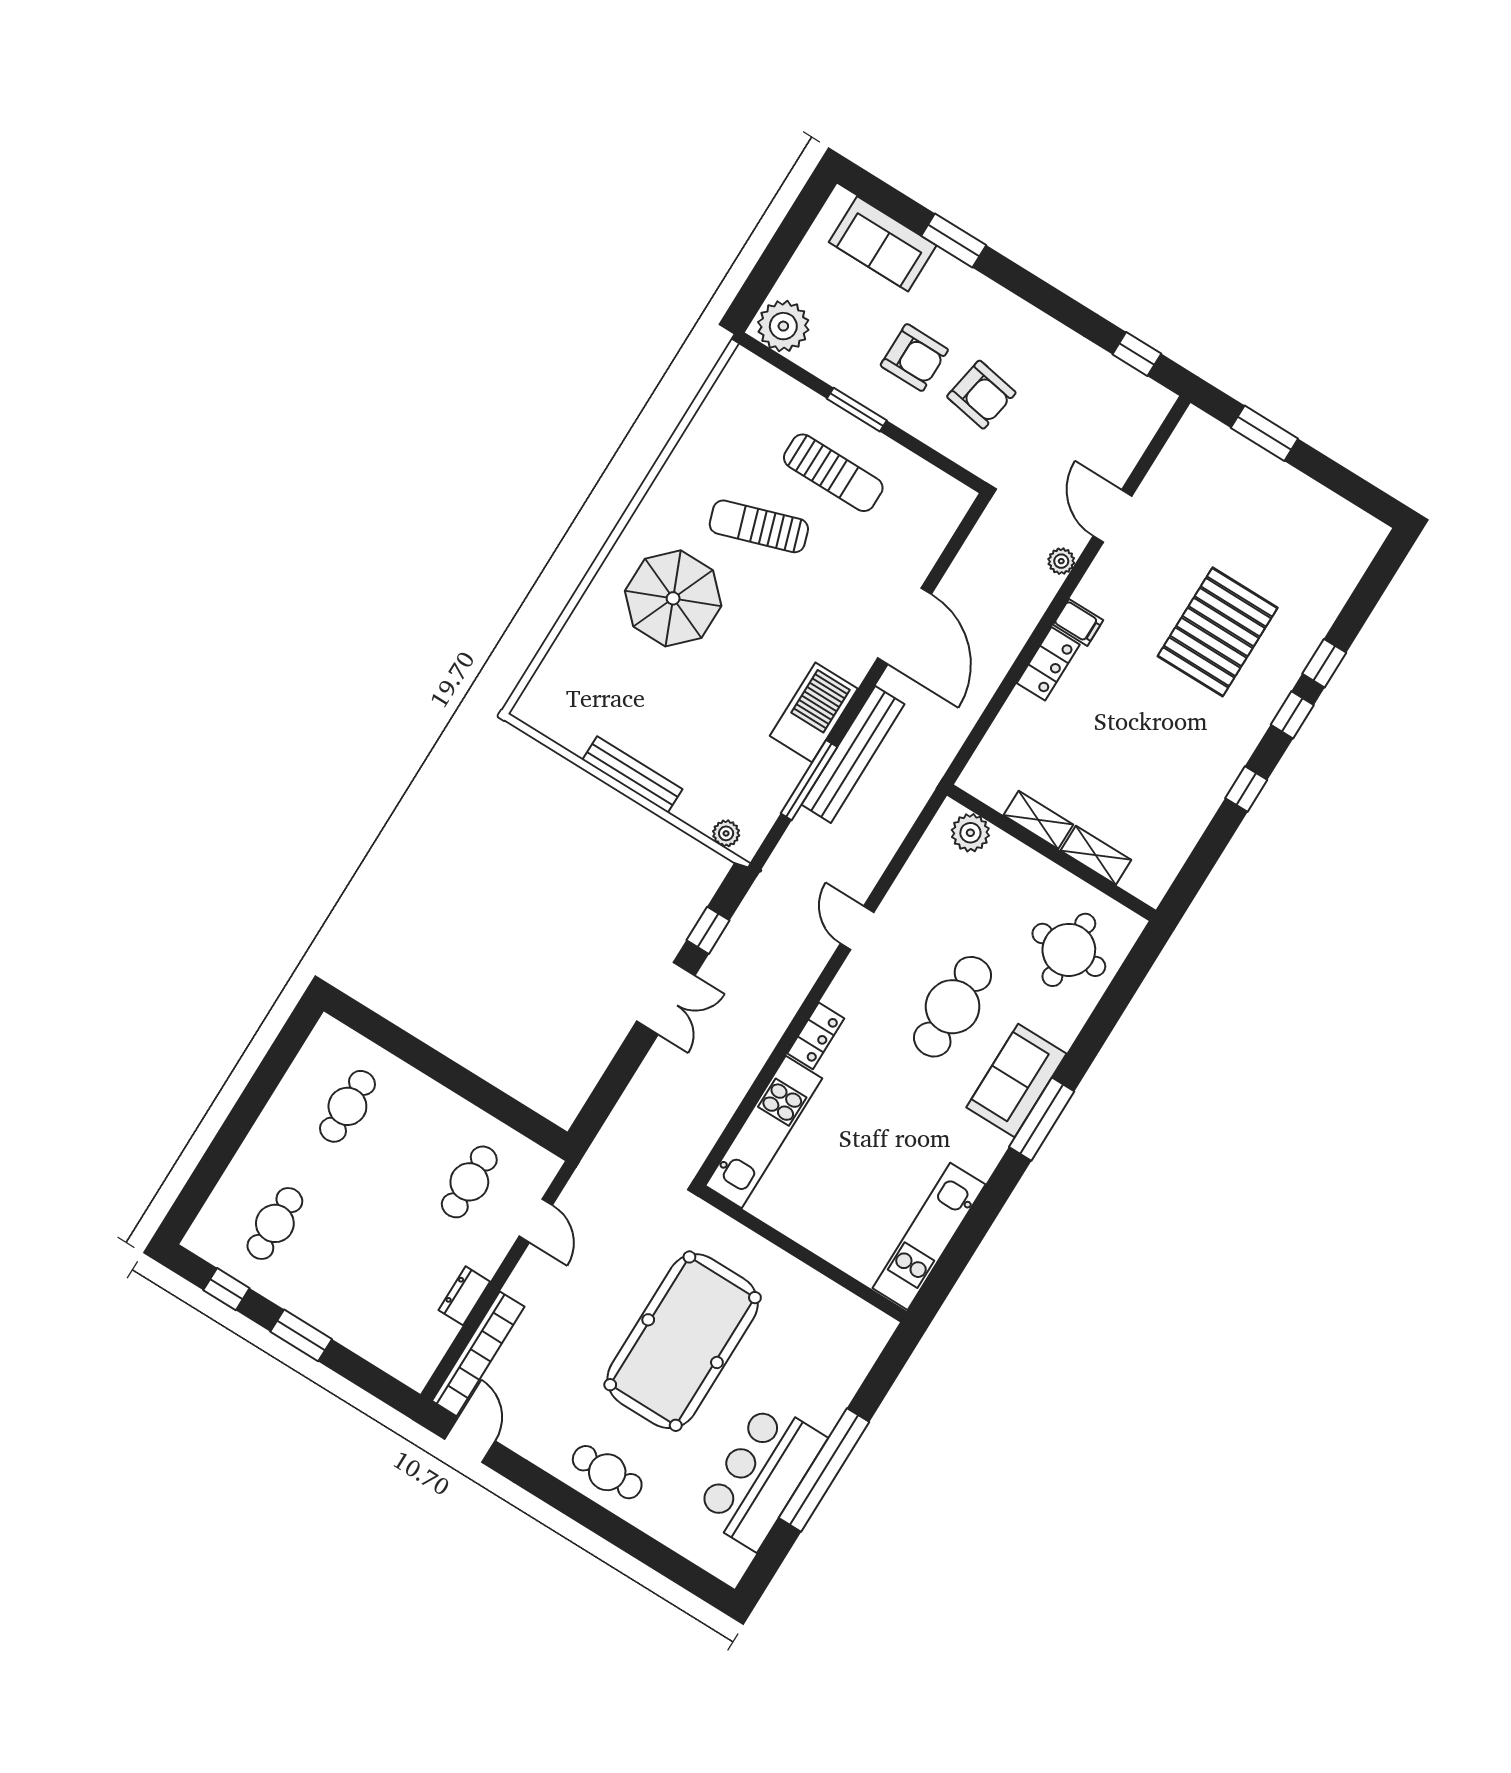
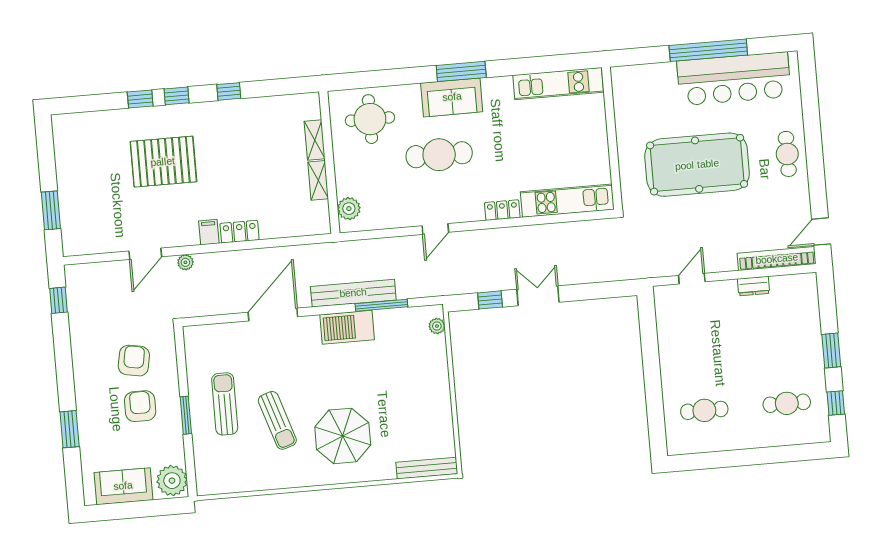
sofa: (883, 244) -> (123, 486), moved, turned -90
bench: (632, 774) -> (427, 468), moved, turned 90
cafe table: (469, 1182) -> (697, 325), removed
bar counter: (761, 1476) -> (734, 79), width x1.36

